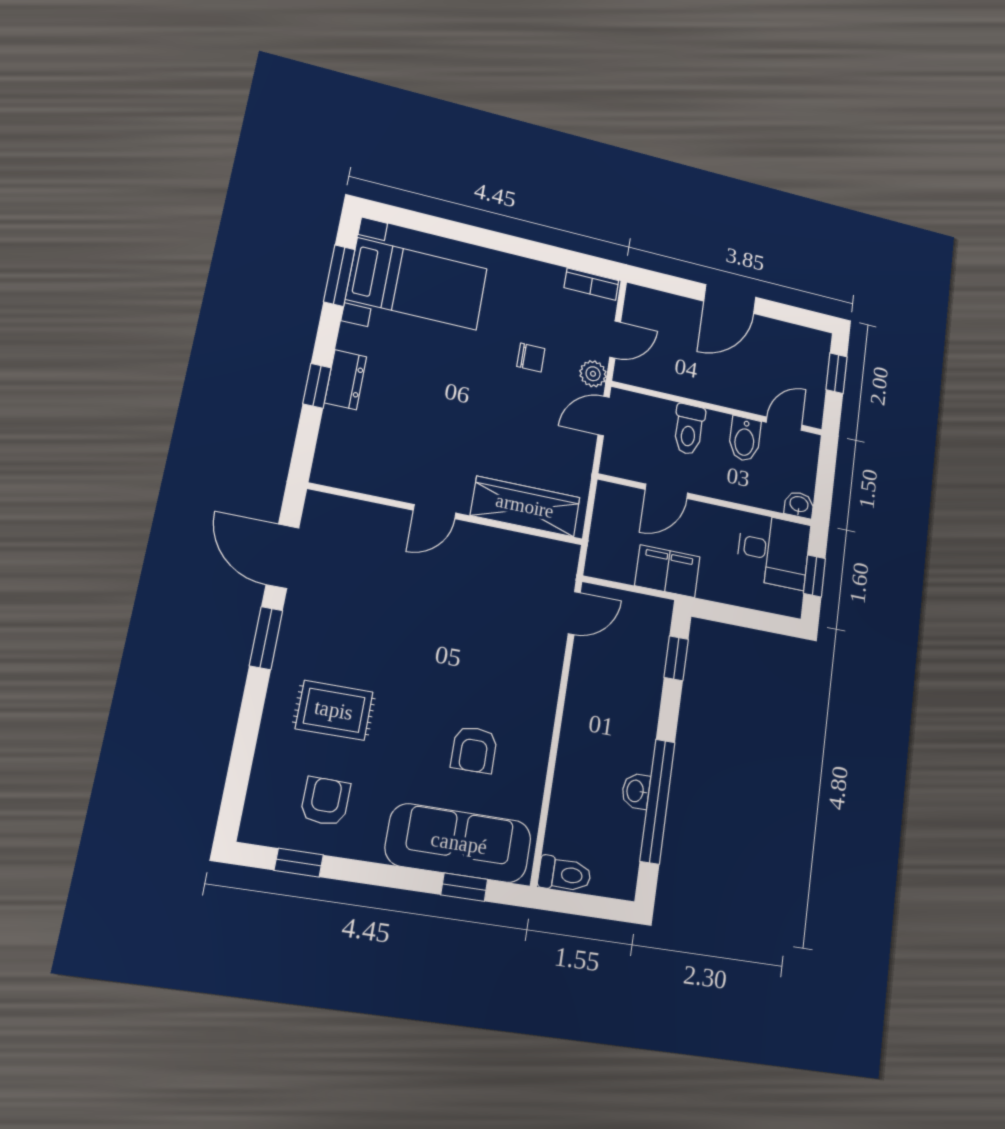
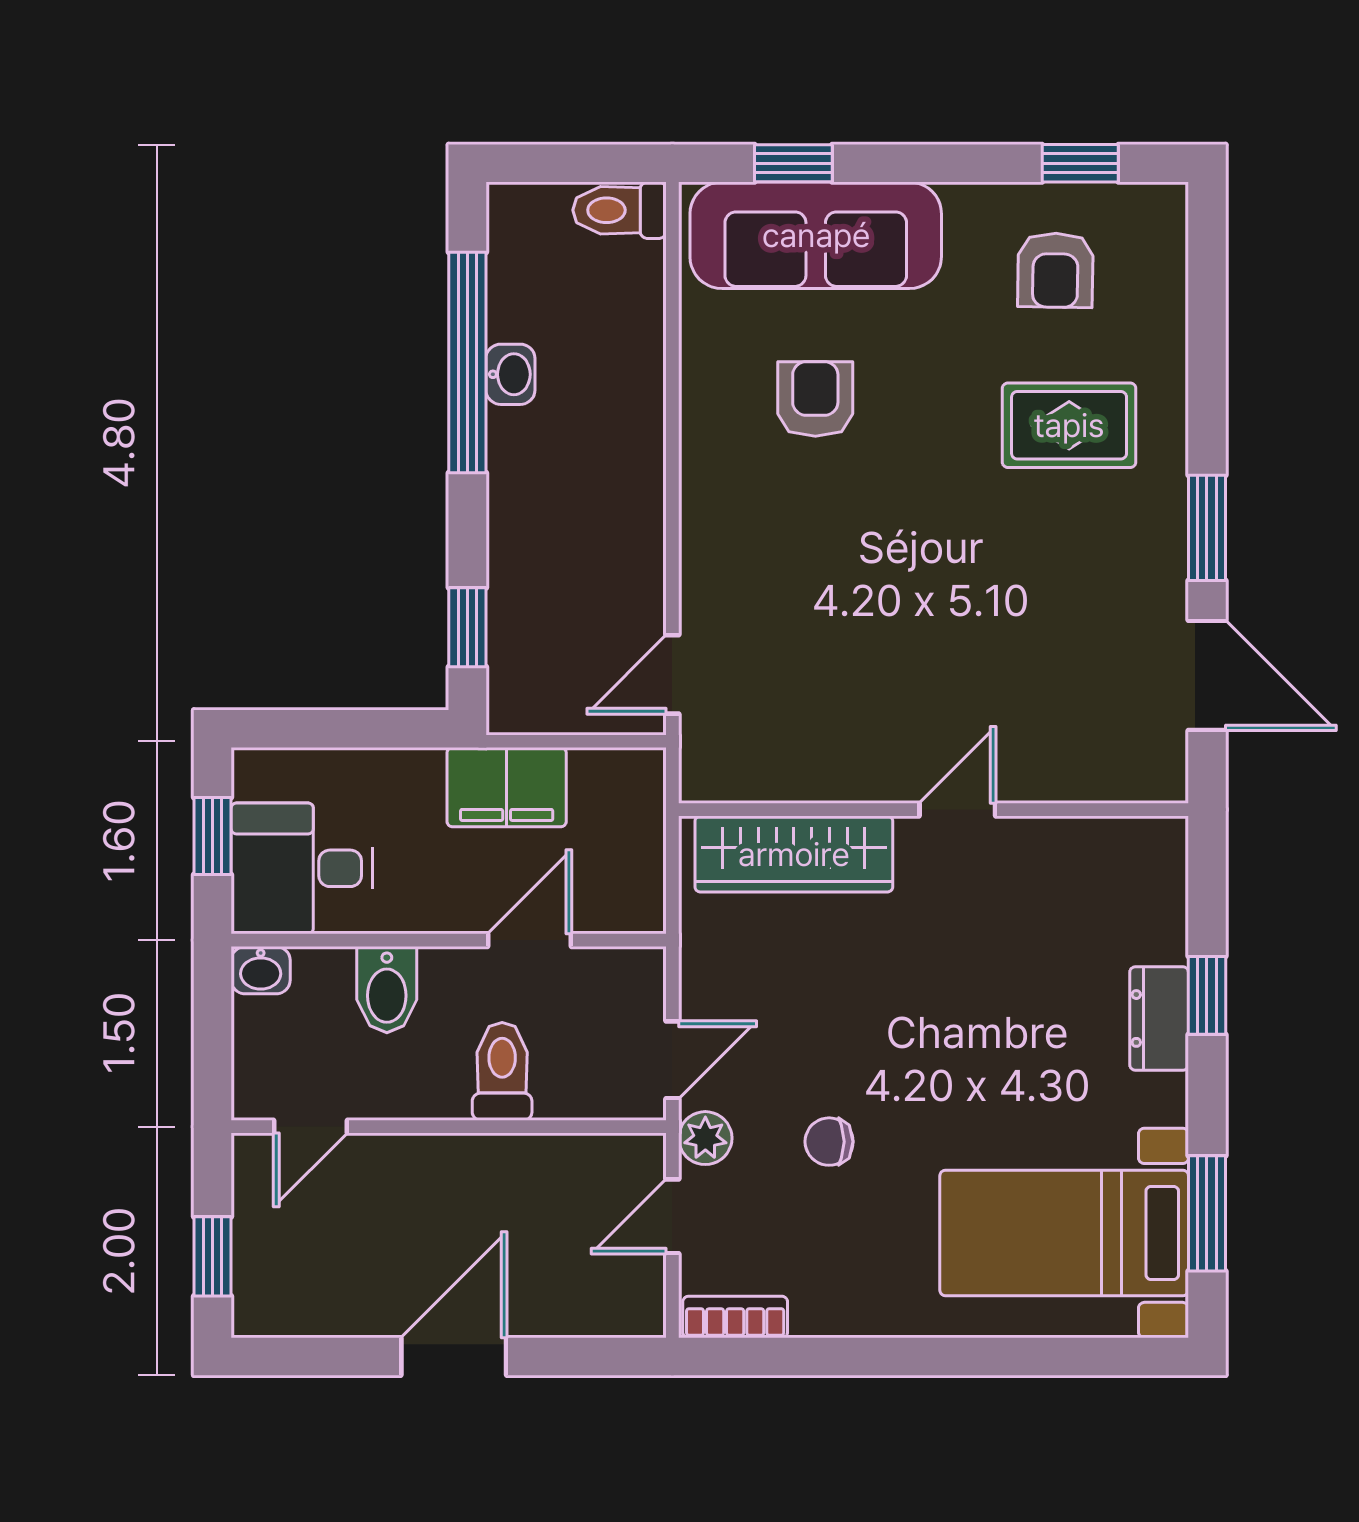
bidet: (745, 439) -> (387, 990), moved, turned 180

